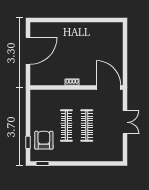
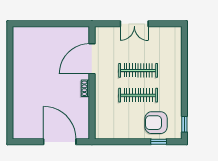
door: (28, 51) -> (60, 142), moved
door: (108, 88) -> (92, 59), moved
double door: (125, 122) -> (134, 24), swing flipped

